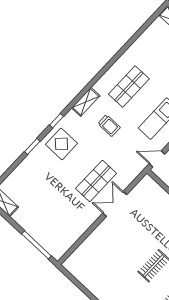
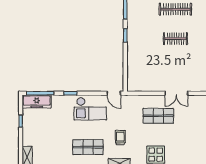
double door: (115, 204) -> (176, 93), moved

